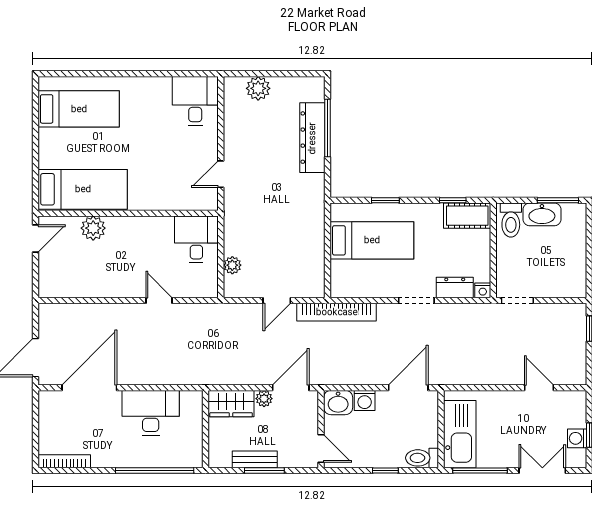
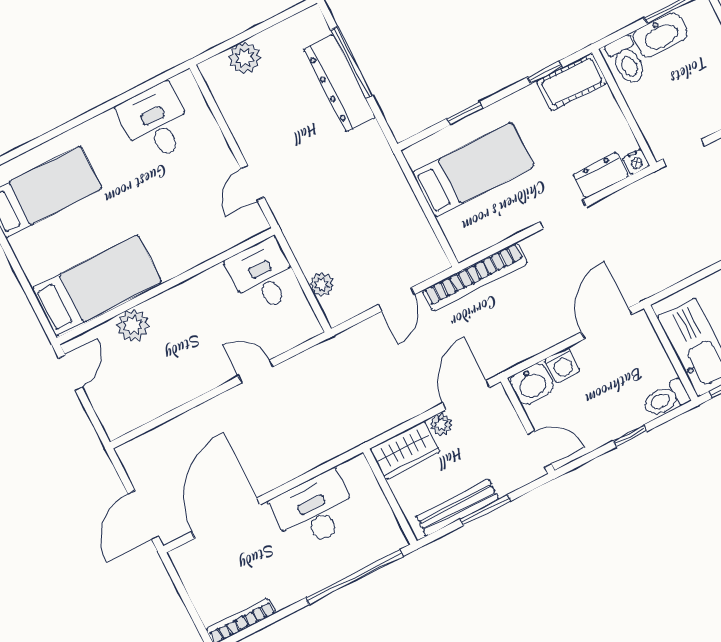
desk: (195, 101) -> (156, 122), moved
bench: (255, 459) -> (457, 508), width x1.36

